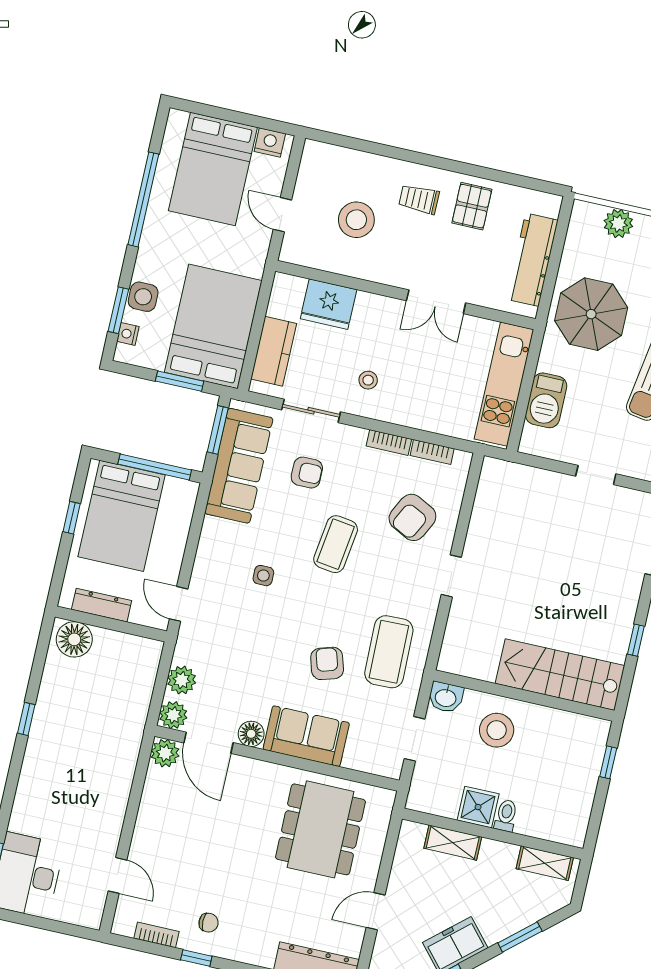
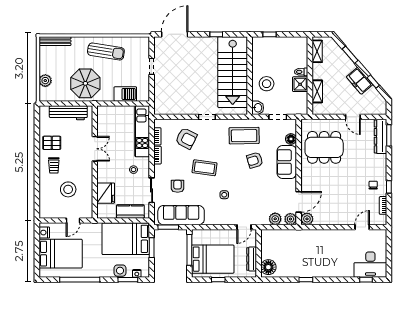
kitchen unit: (504, 384) -> (142, 131), moved, turned 90
stairs: (560, 675) -> (233, 72), width x1.36, depth x1.51
floor lamp: (251, 734) -> (291, 139), moved

